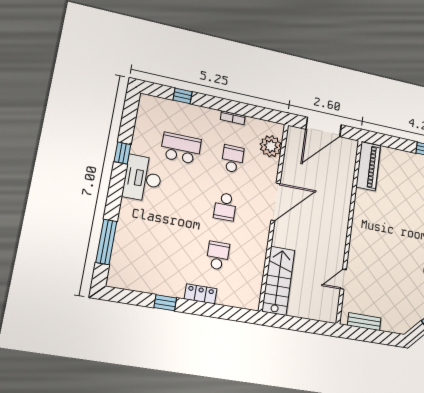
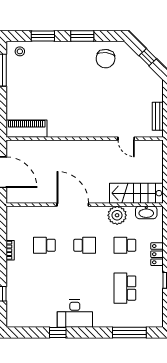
plant: (271, 146) -> (117, 215), moved
school desk: (181, 148) -> (125, 288), moved
washbasin: (254, 289) -> (146, 212), added

